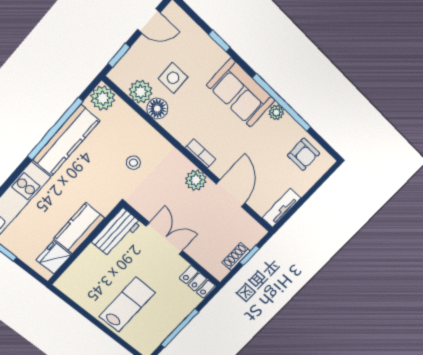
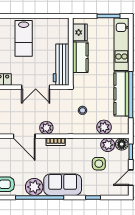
plant: (103, 98) -> (104, 127), moved
floor lamp: (157, 109) -> (122, 144), moved
plant: (276, 112) -> (34, 187), width x1.87, depth x1.87
workbench: (116, 233) -> (61, 65), width x1.38

